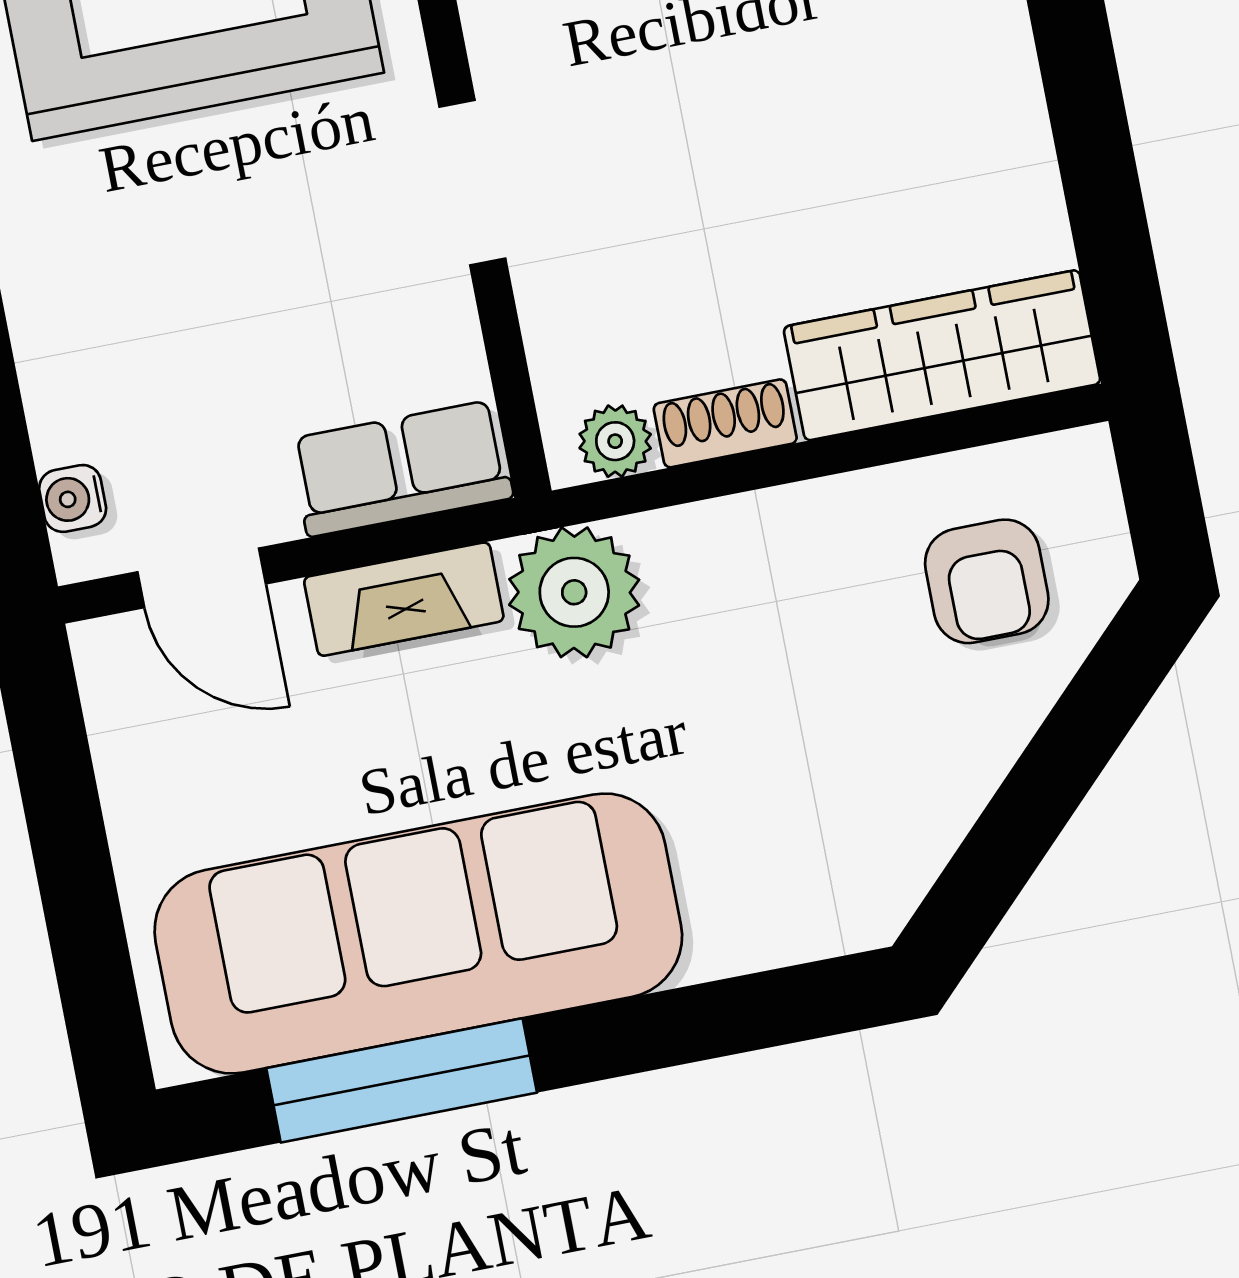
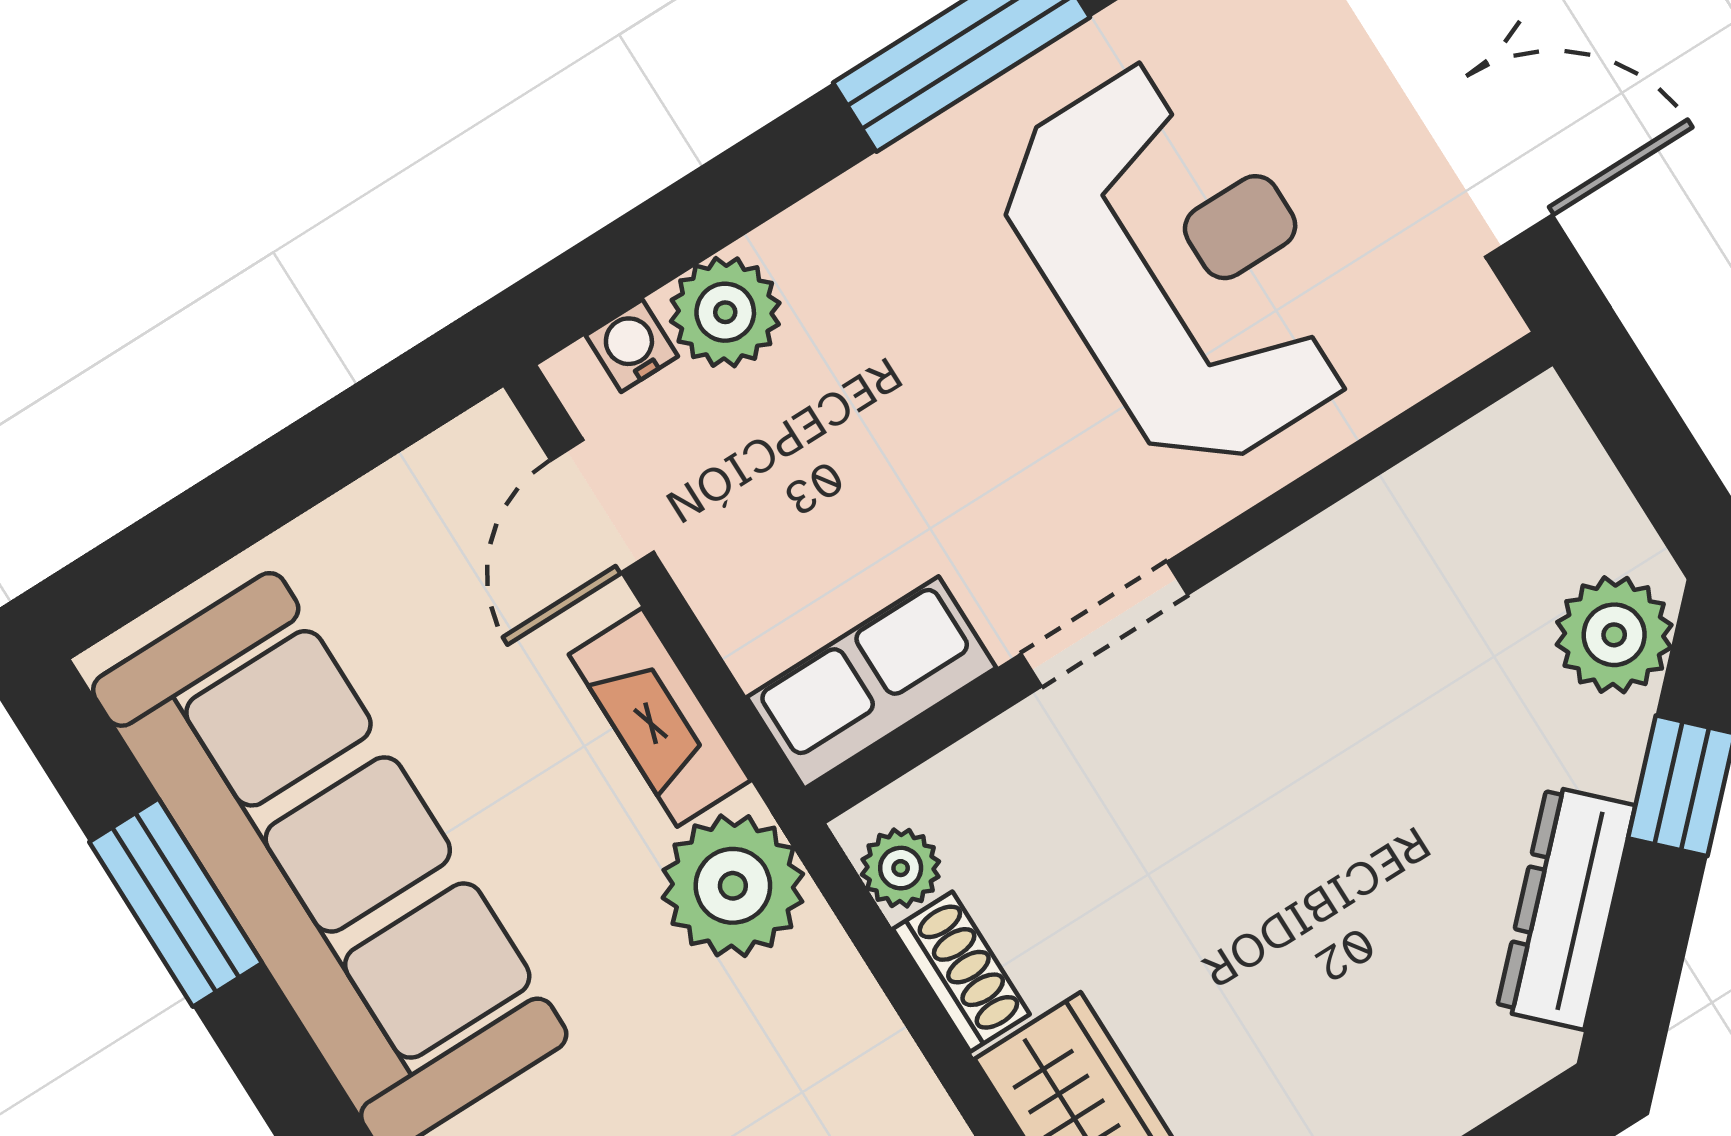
plant: (75, 406) -> (725, 312), added
row of seats: (401, 468) -> (872, 683), moved, turned -90
window: (402, 1080) -> (176, 903), width x0.69

